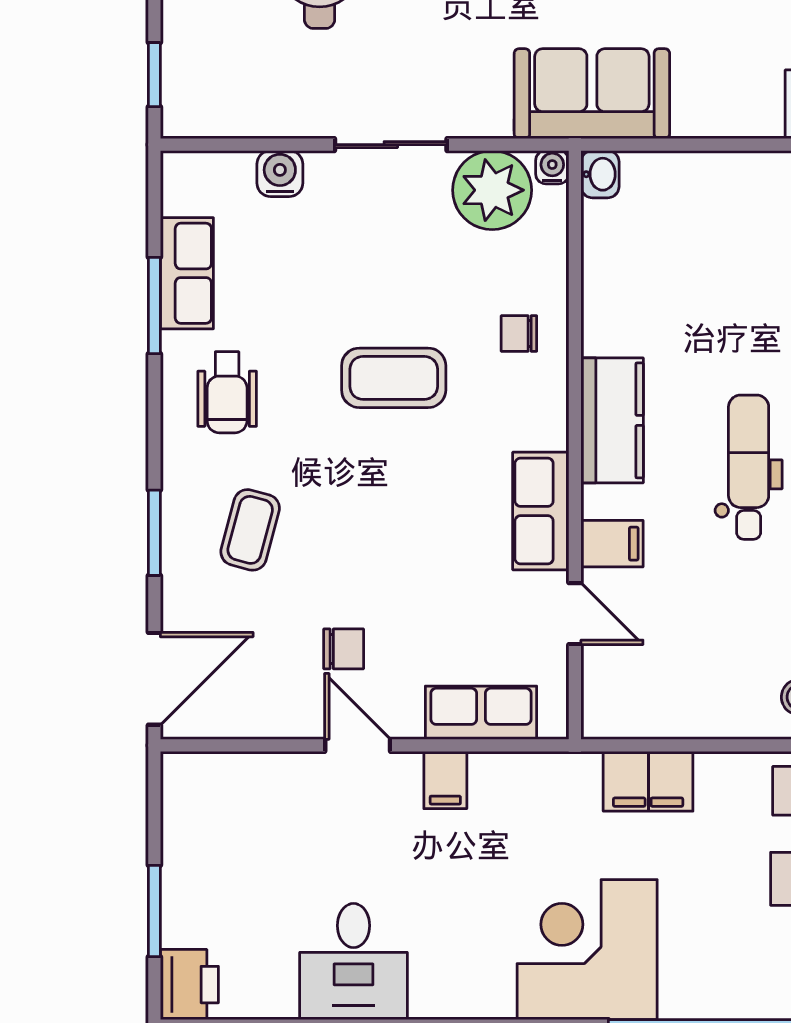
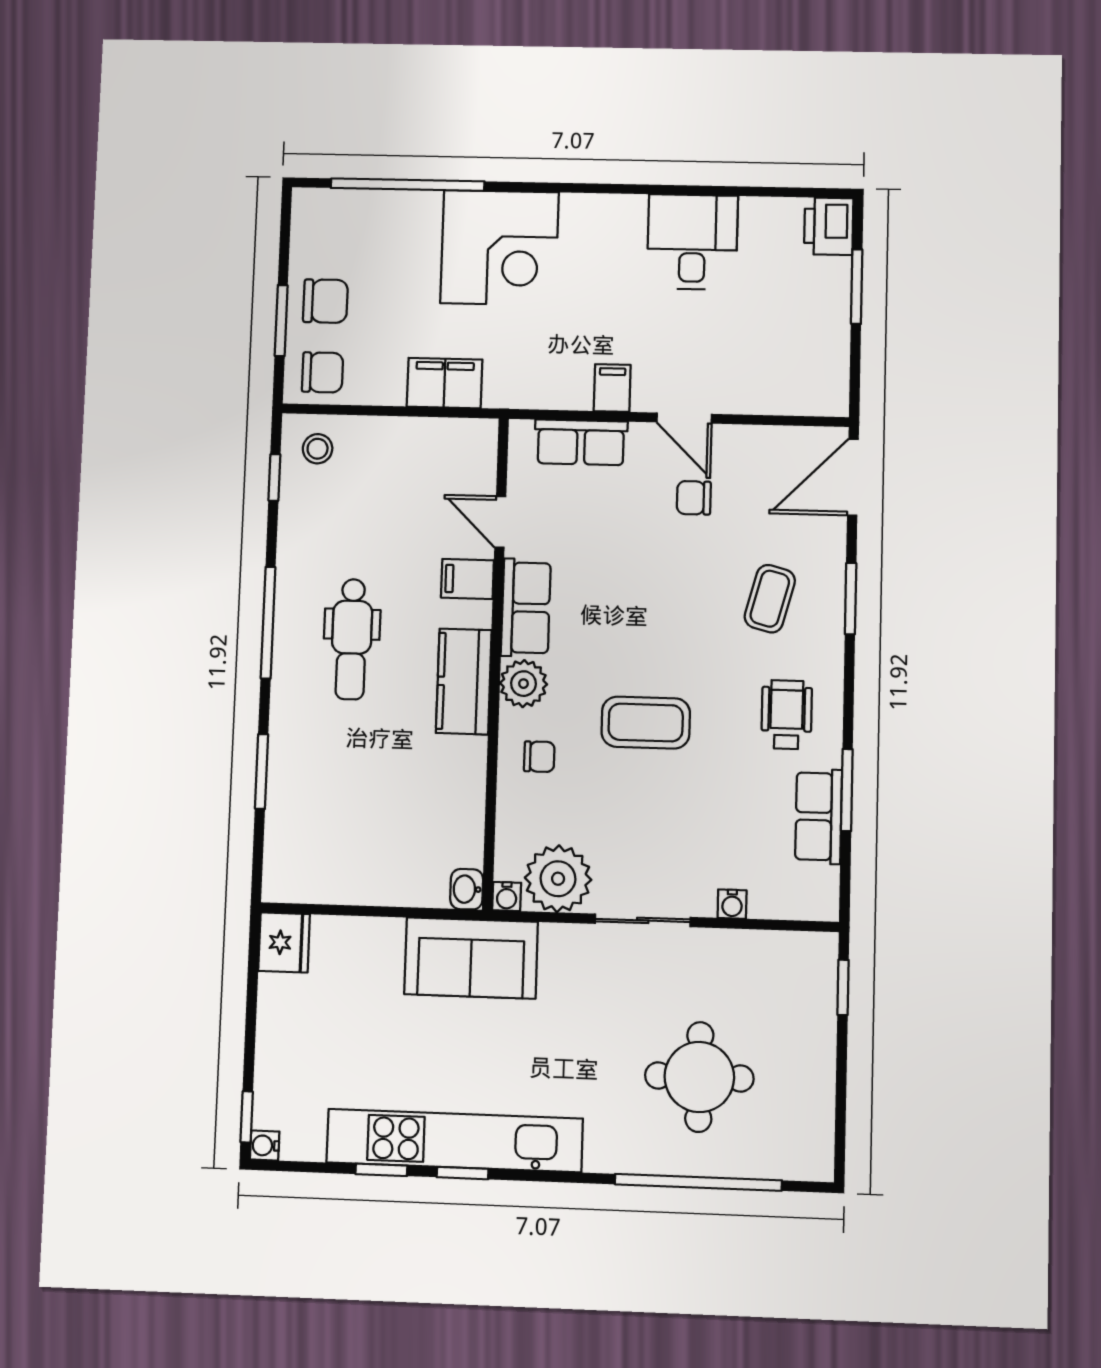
water cooler: (280, 174) -> (732, 904), width x0.72, depth x0.72
plant: (541, 420) -> (524, 684), added

